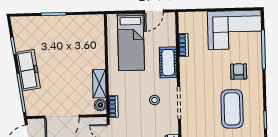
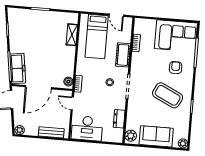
door: (154, 11) -> (116, 15), hinge flipped
freezer: (28, 70) -> (18, 68), moved
shelving: (99, 84) -> (72, 35), moved
coffee table: (232, 109) -> (168, 95), turned -64

